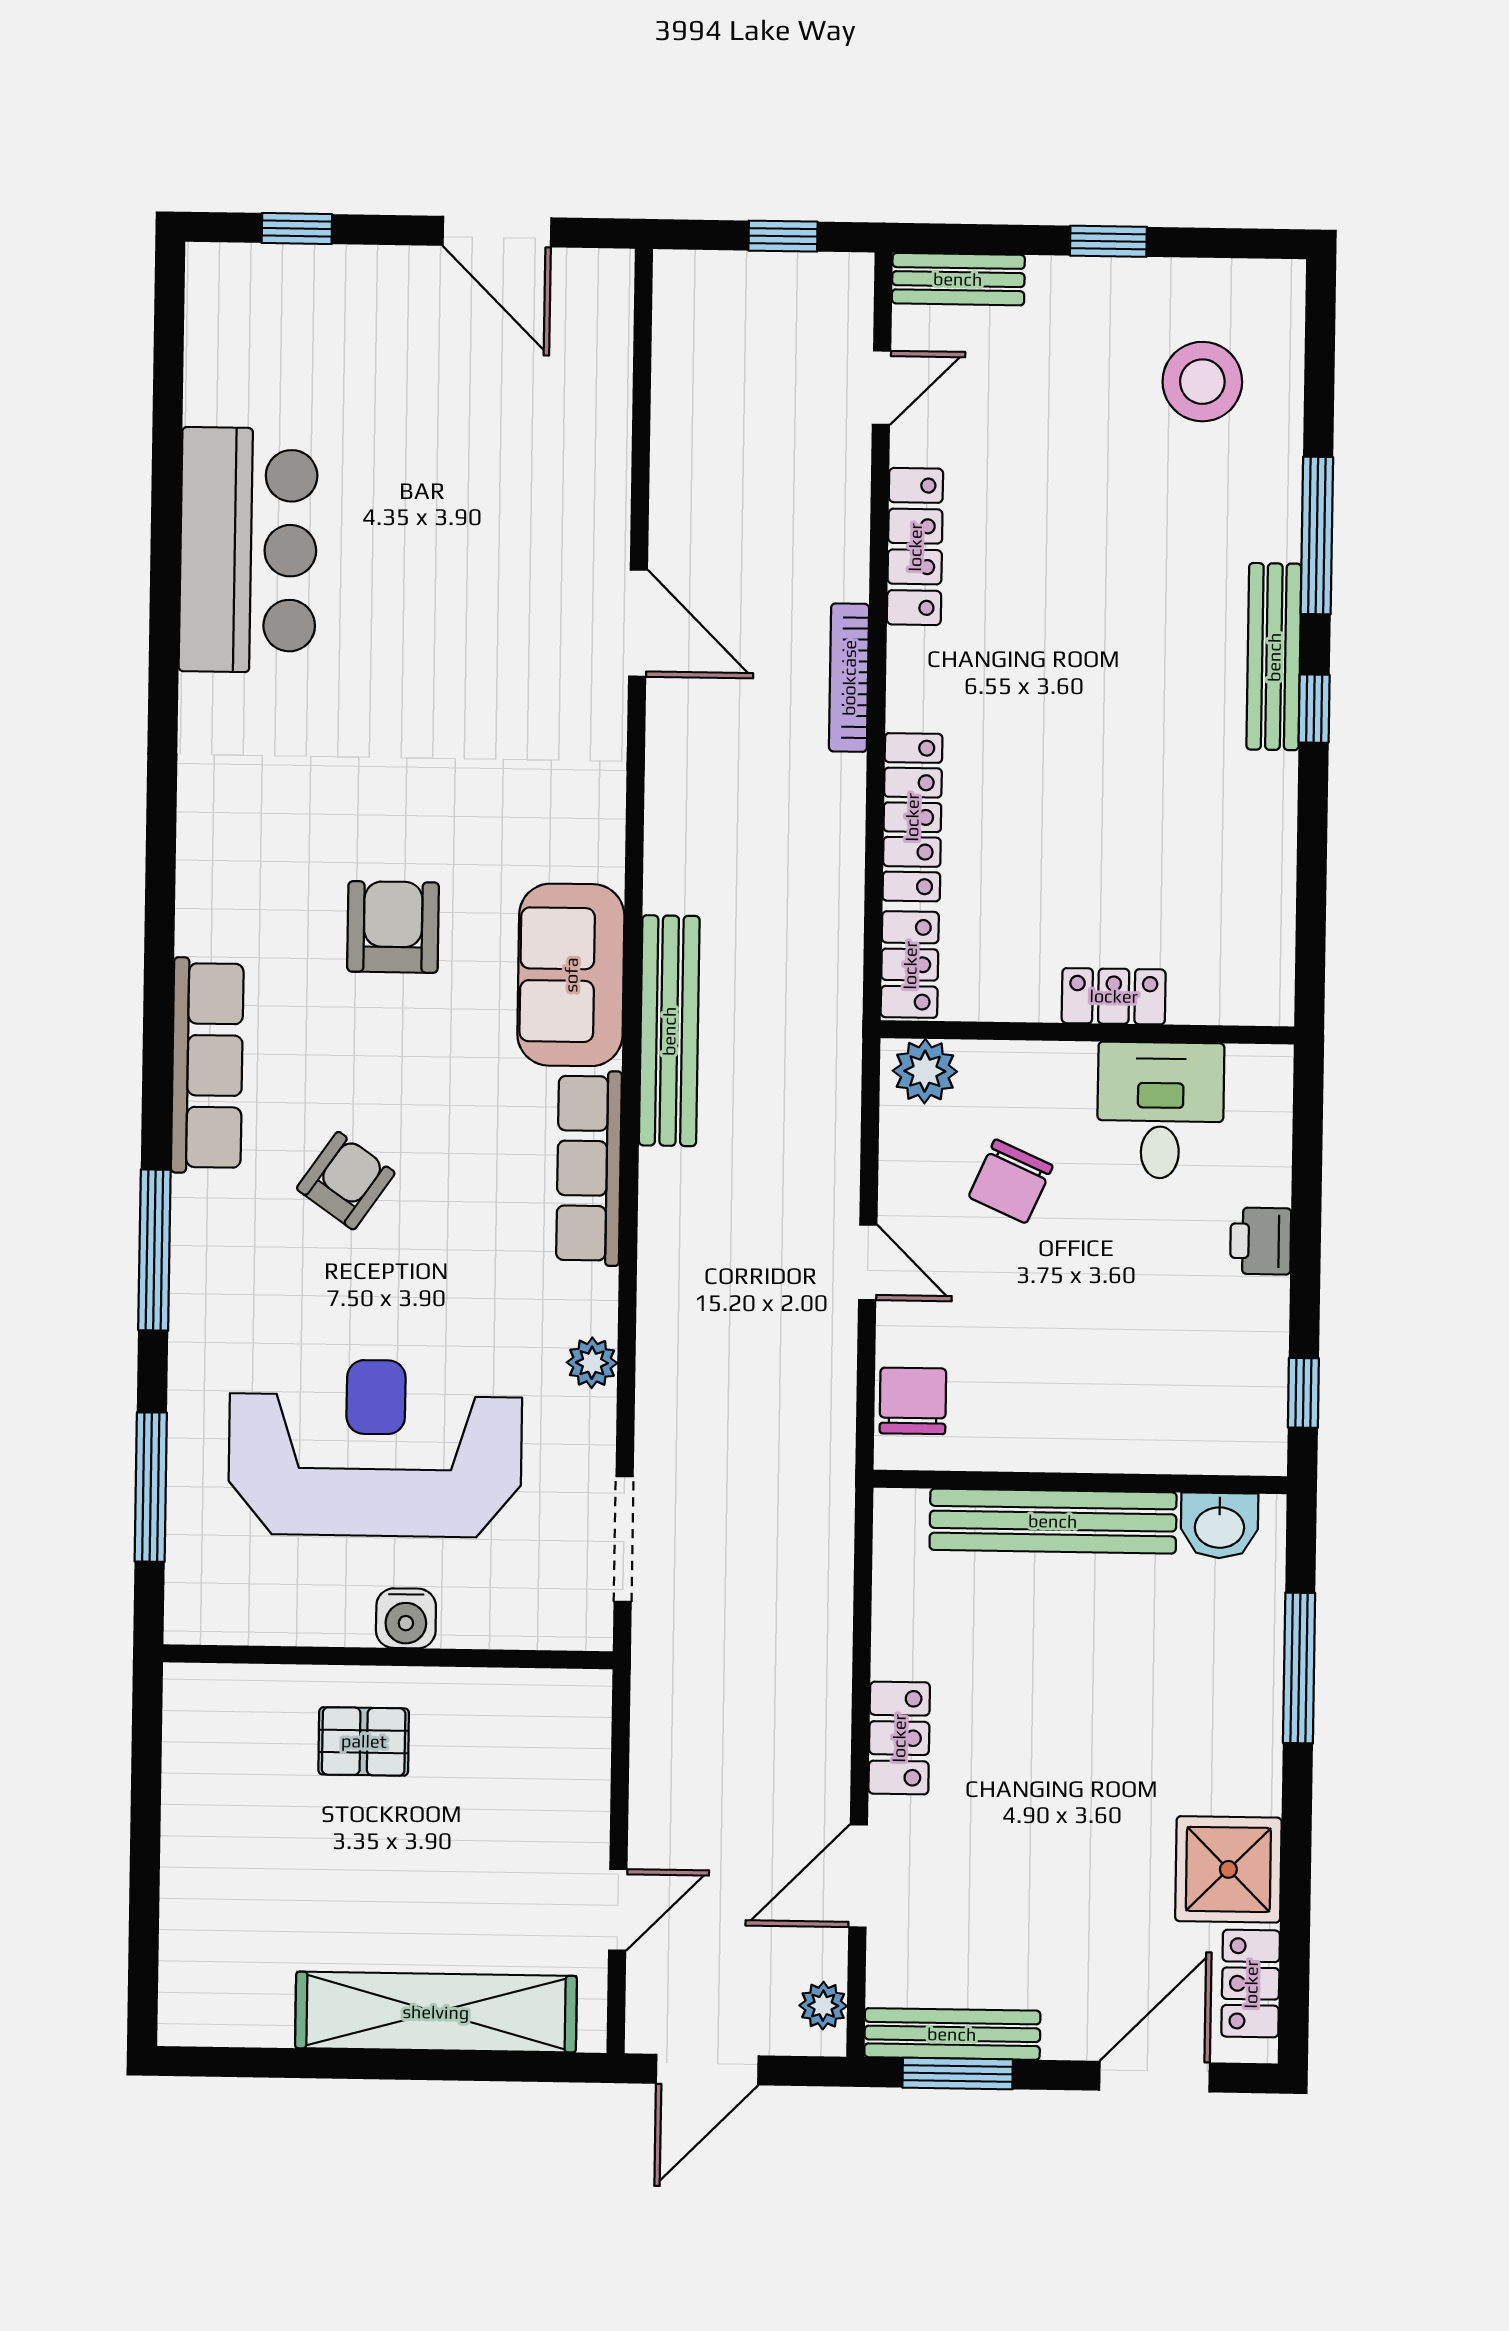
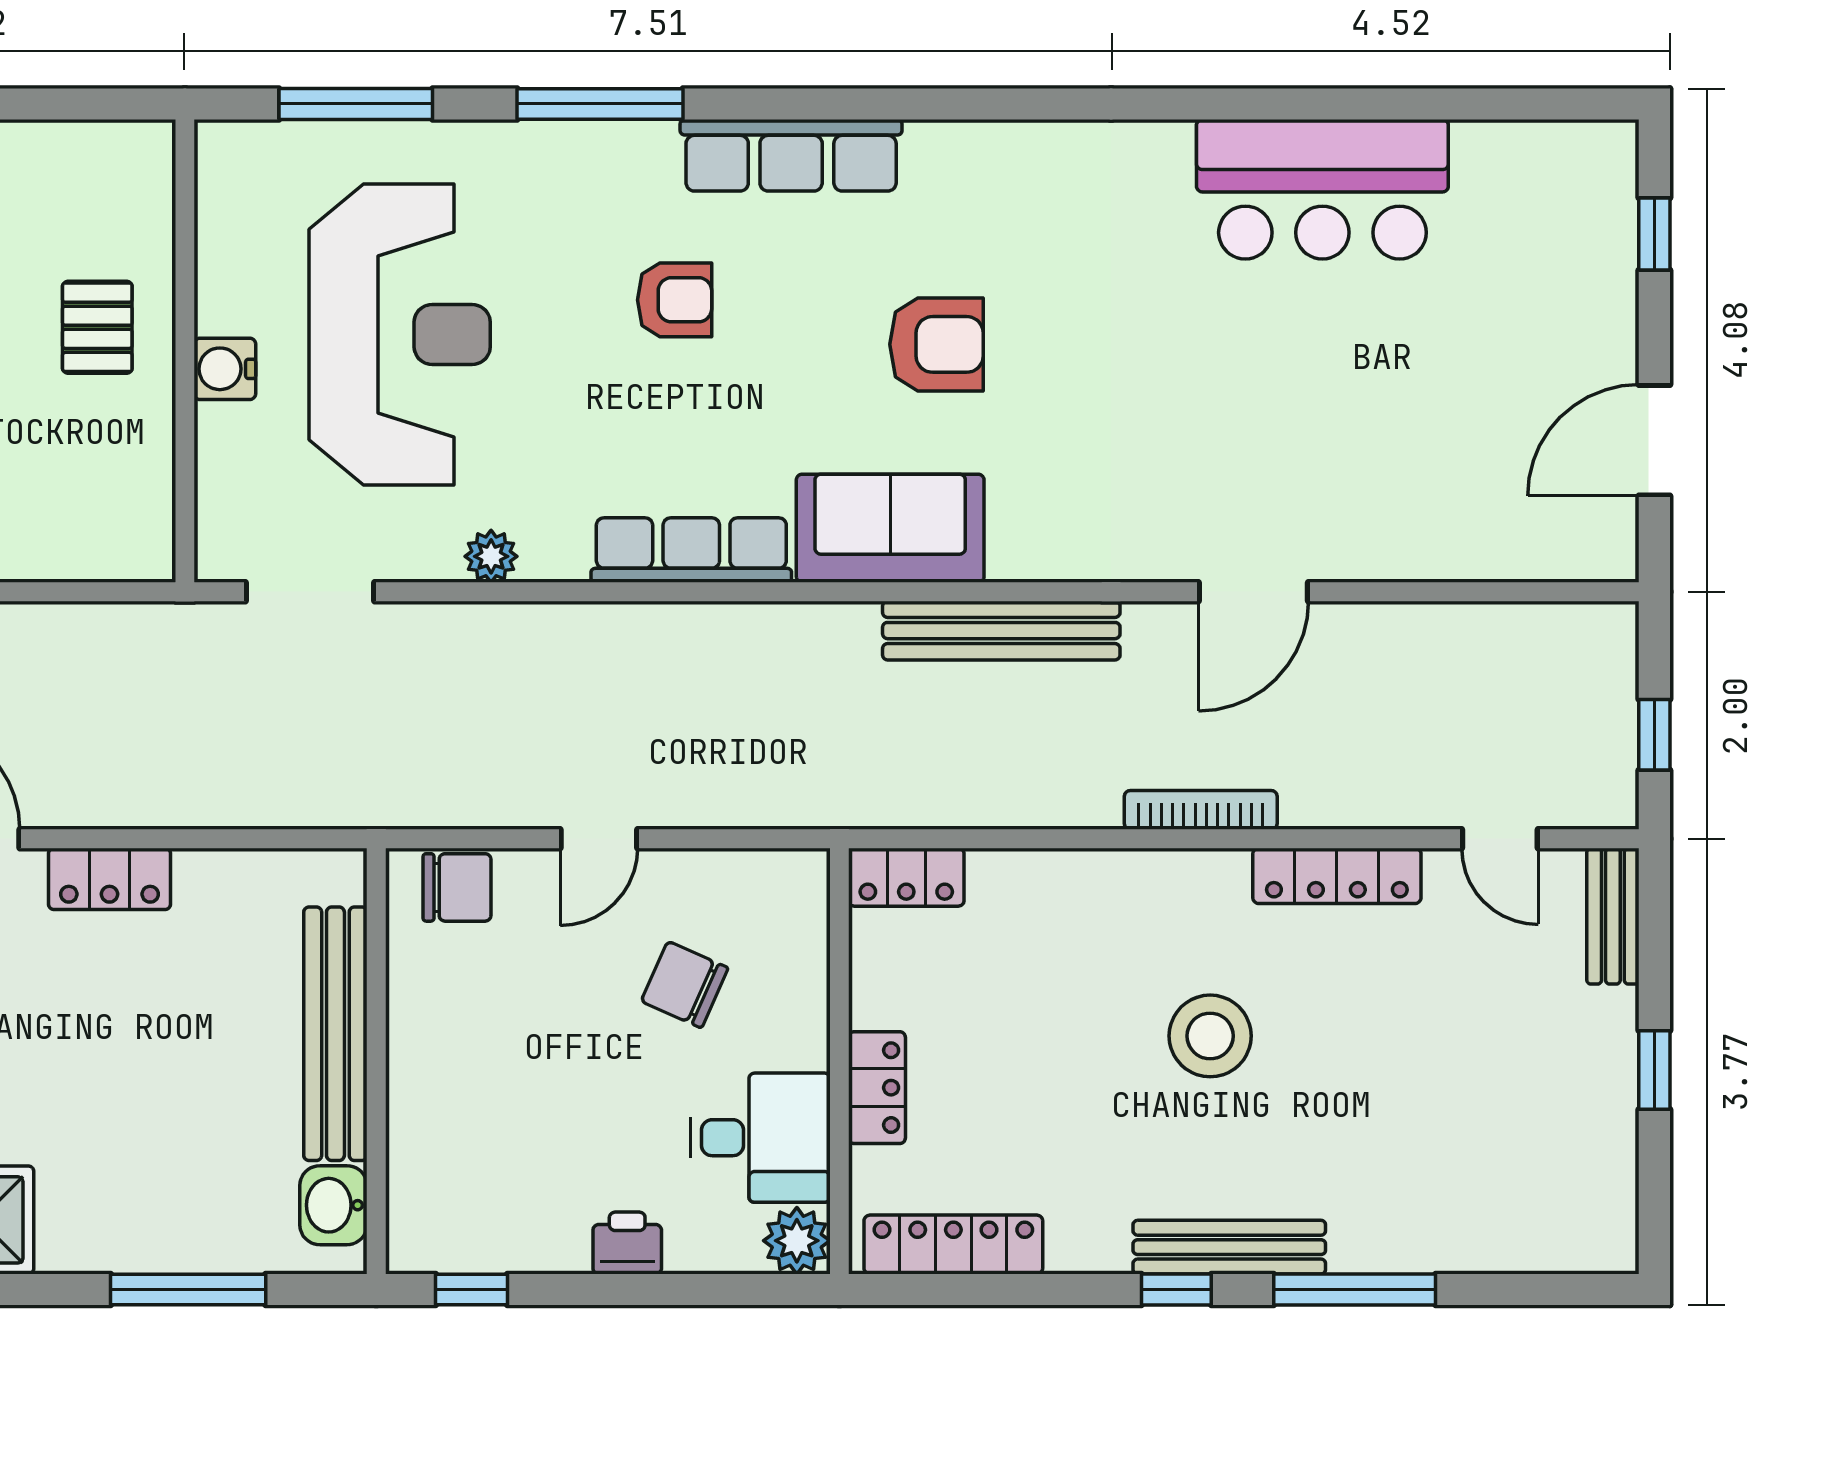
stool: (1202, 382) -> (1210, 1036), moved
locker: (912, 817) -> (953, 1245), moved, turned 180
bench: (669, 1031) -> (1001, 631), moved
plant: (925, 1071) -> (797, 1241), moved
armchair: (346, 1181) -> (675, 300), turned -35

